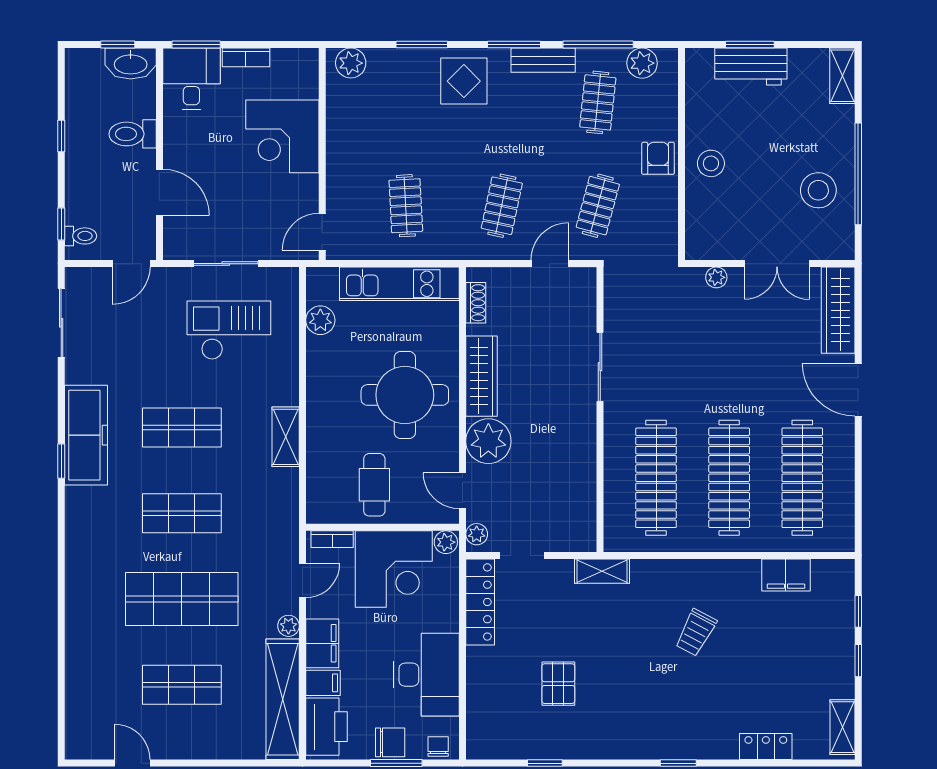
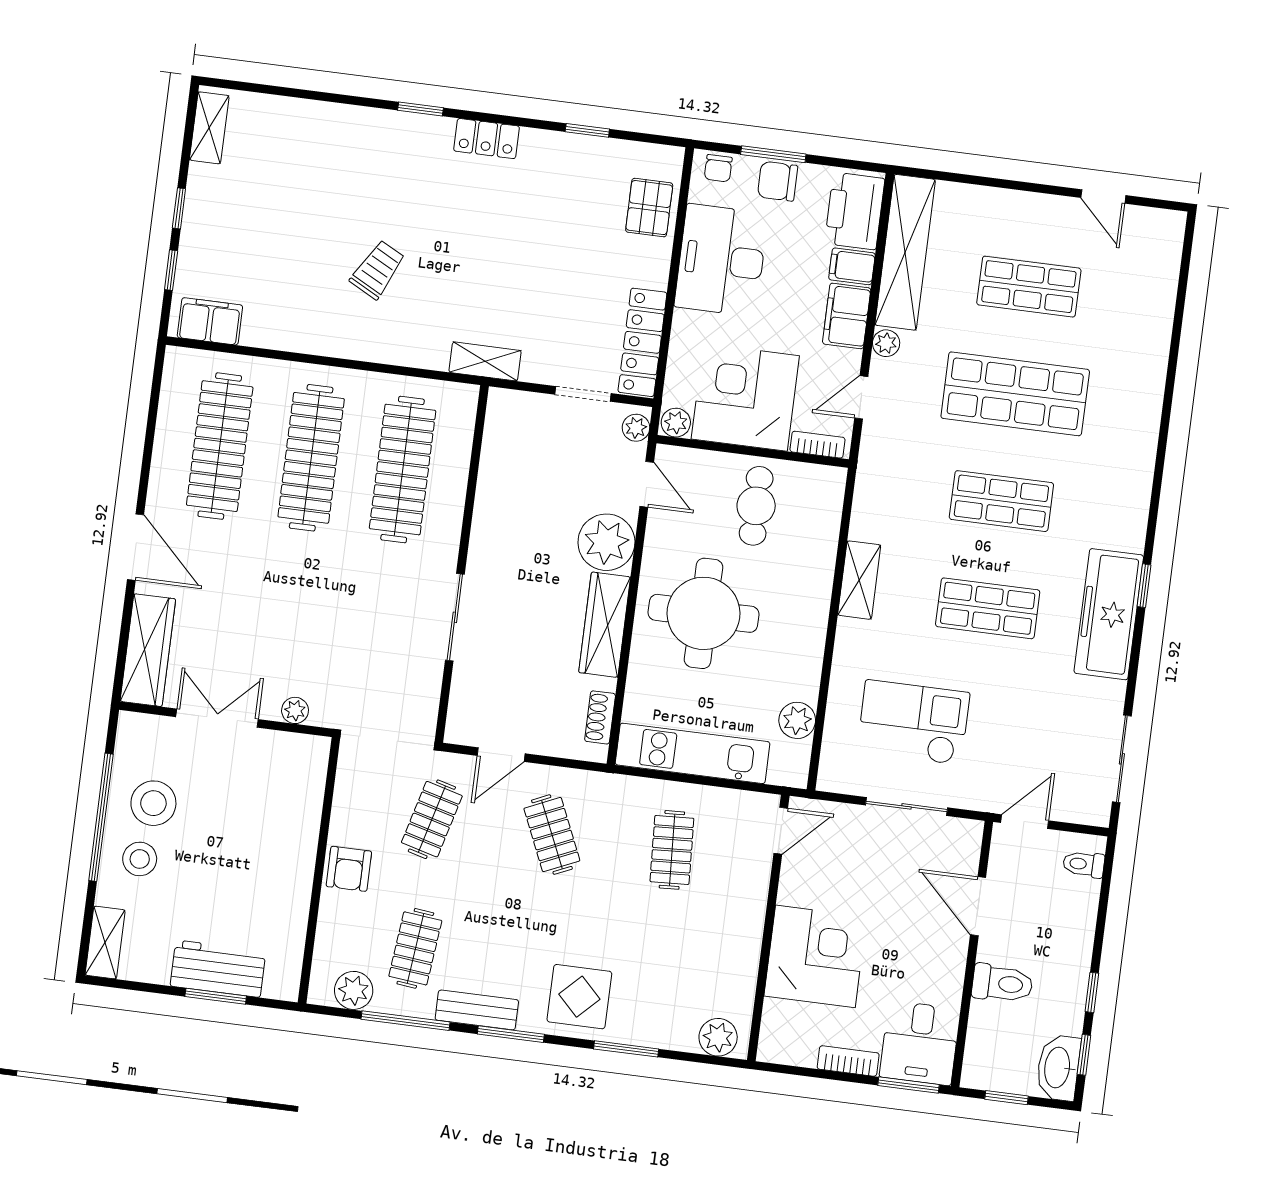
washbasin: (131, 64) -> (1058, 1068), moved, turned -90
stool: (711, 163) -> (140, 859), moved
clothes rail: (502, 206) -> (552, 835), turned -36
window: (61, 224) -> (1084, 1055), moved
checkout: (229, 330) -> (913, 722), turned 180
filing cabinet: (786, 575) -> (210, 321), moved
pallet: (558, 684) -> (649, 208), moved
locker: (766, 747) -> (487, 139), moved

